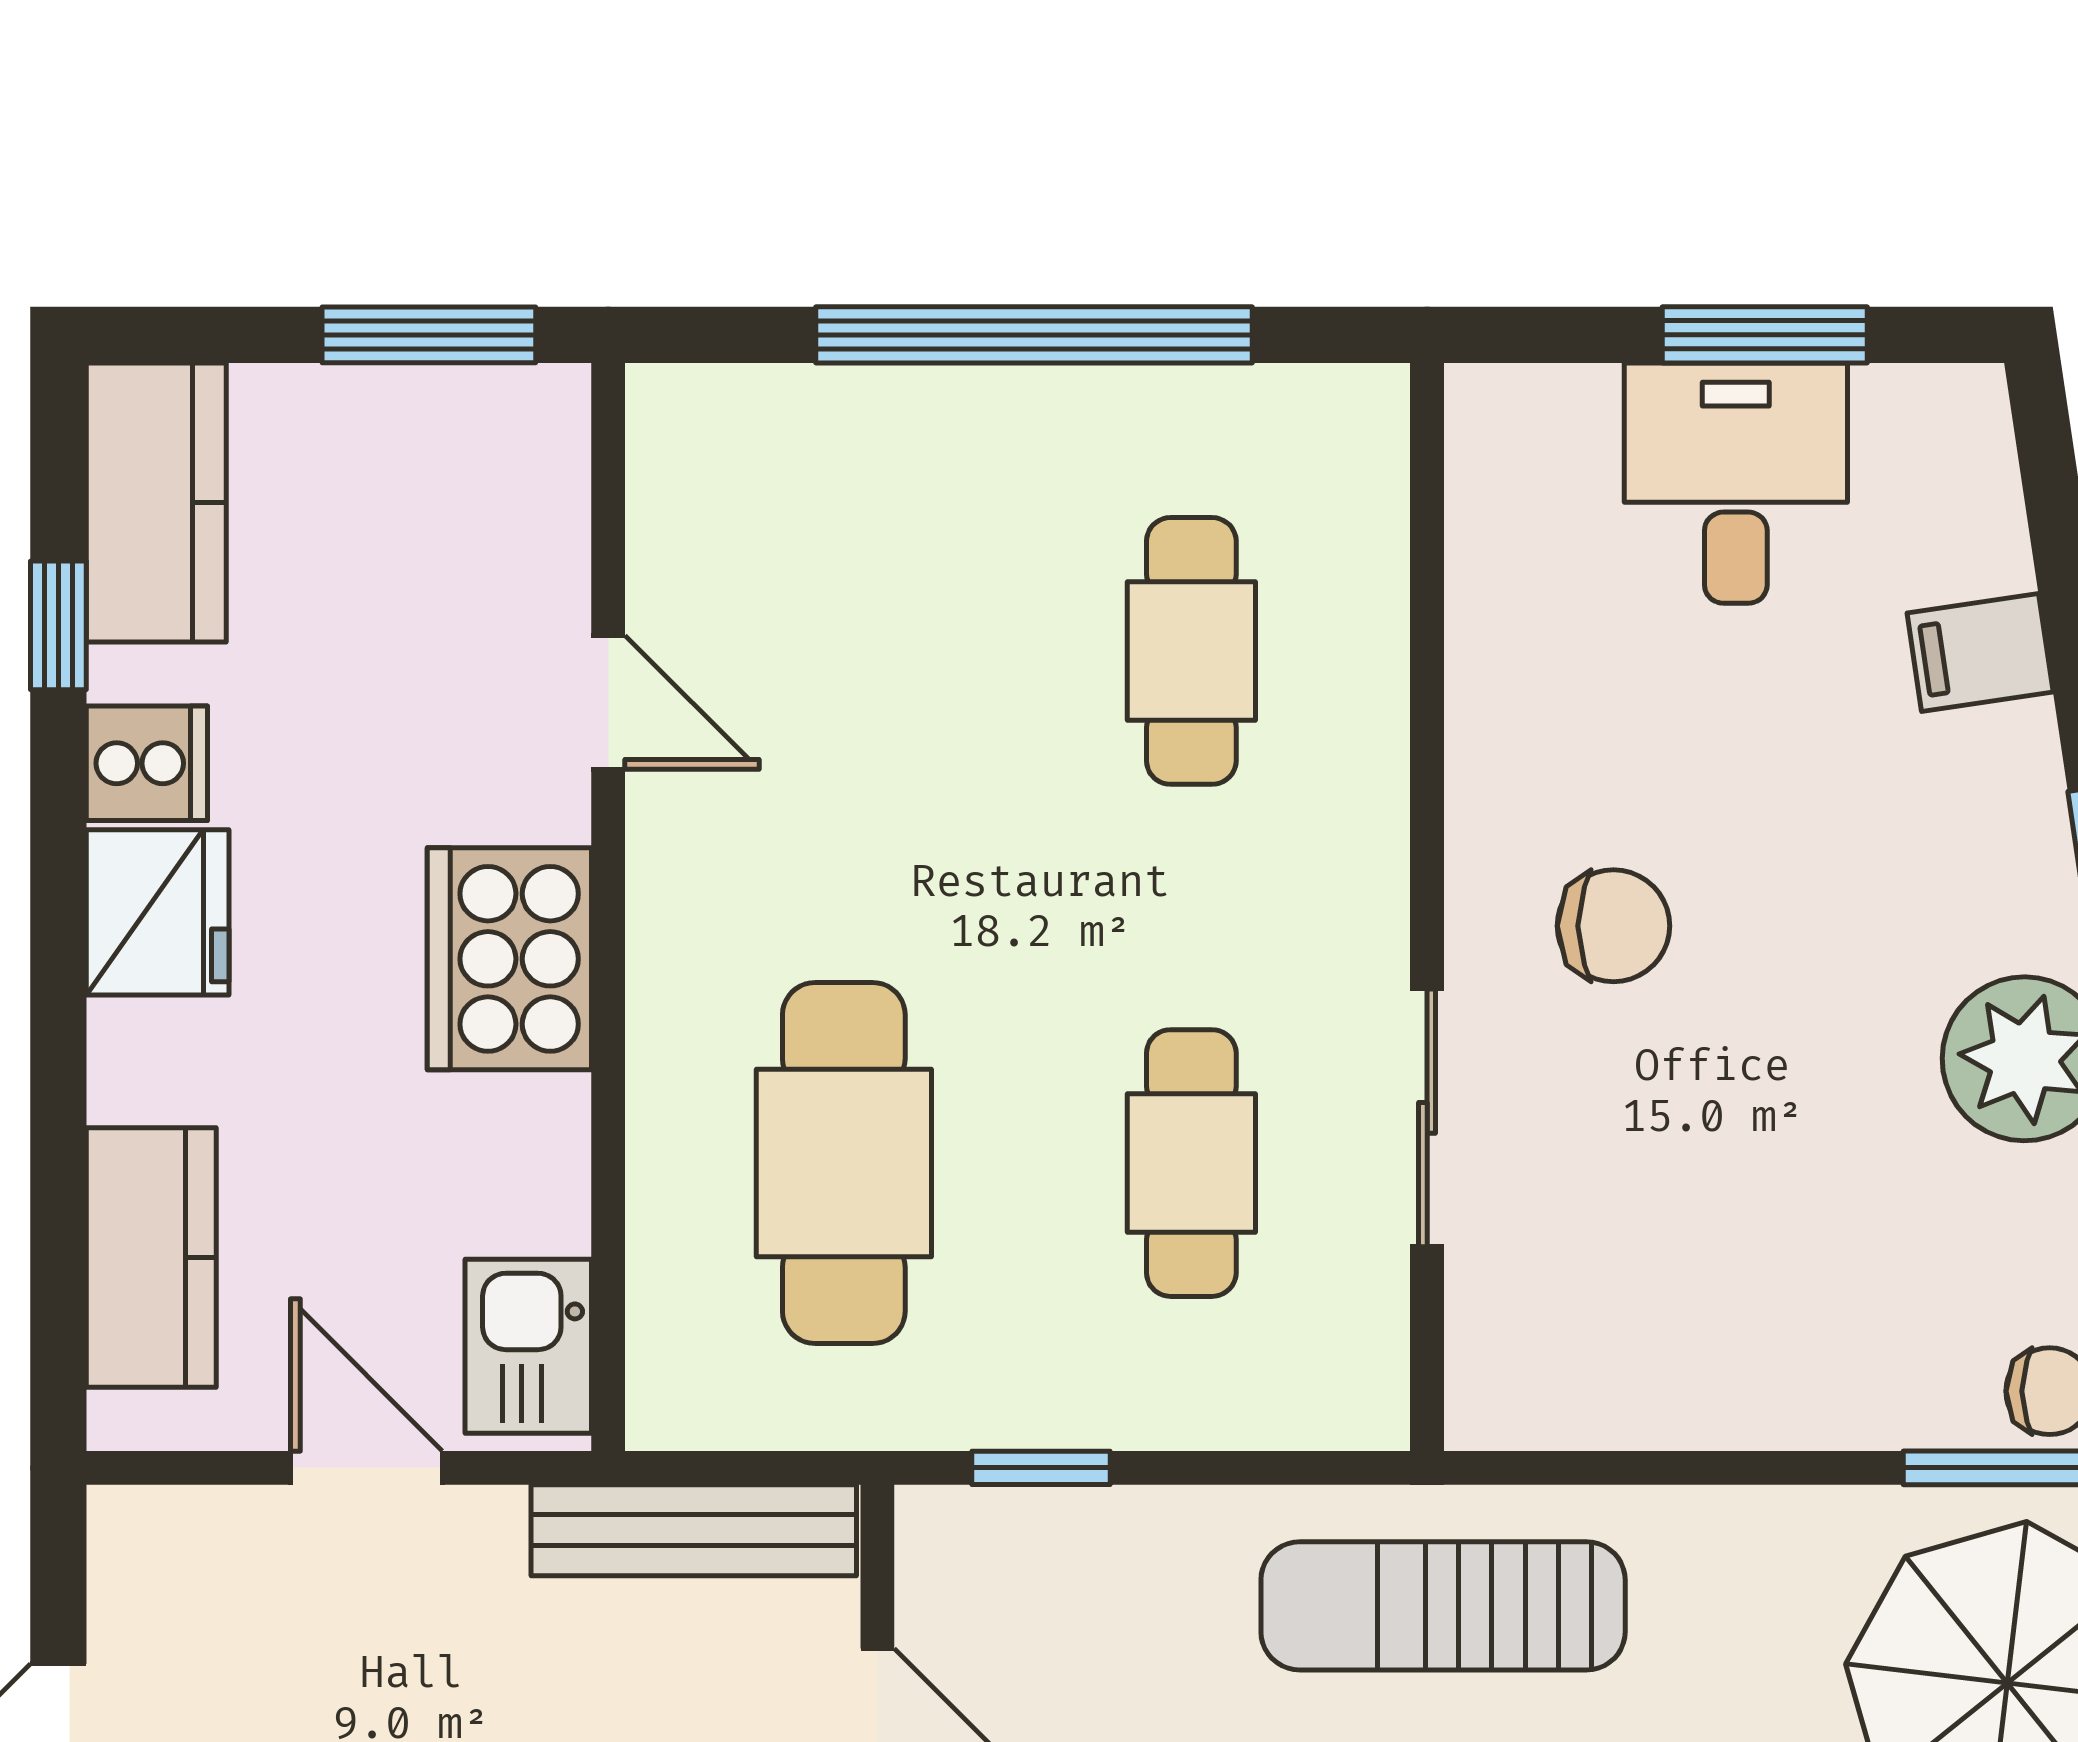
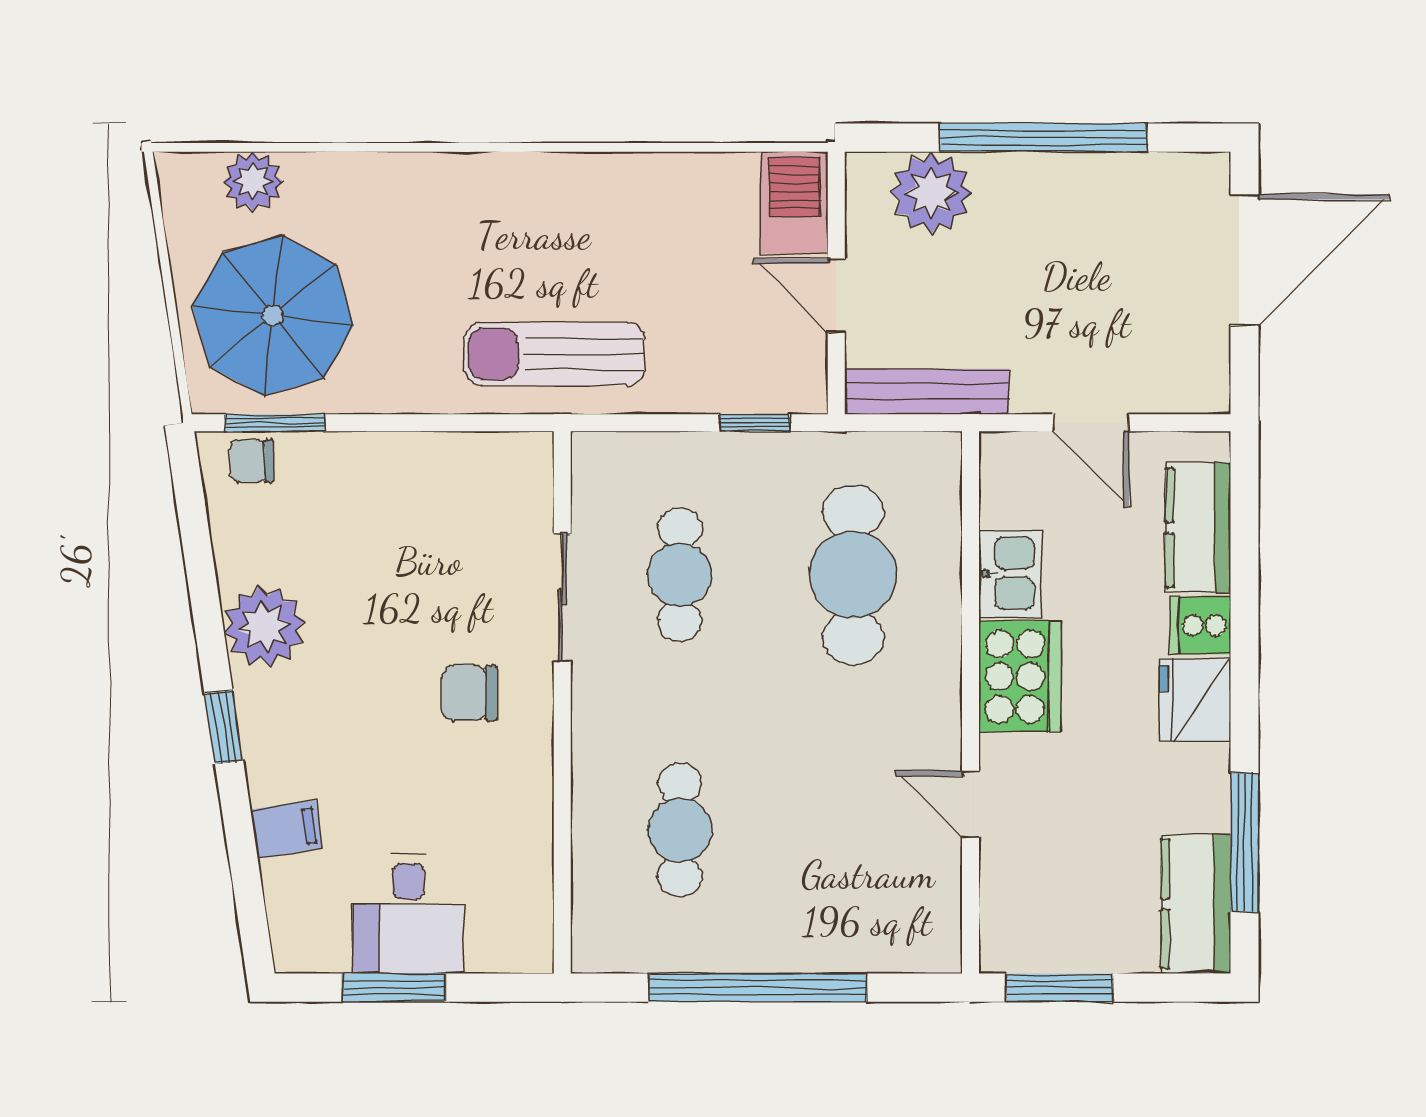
window: (58, 625) -> (1244, 843), width x2.17
cooker: (147, 763) -> (1200, 625), moved
kitchen sink: (528, 1346) -> (1010, 573), moved
sun lounger: (1443, 1606) -> (554, 354), turned 180

